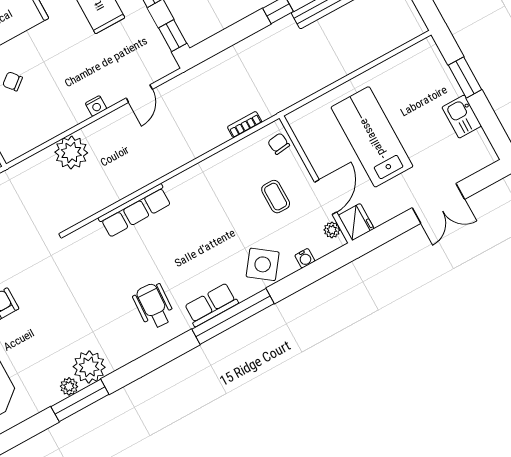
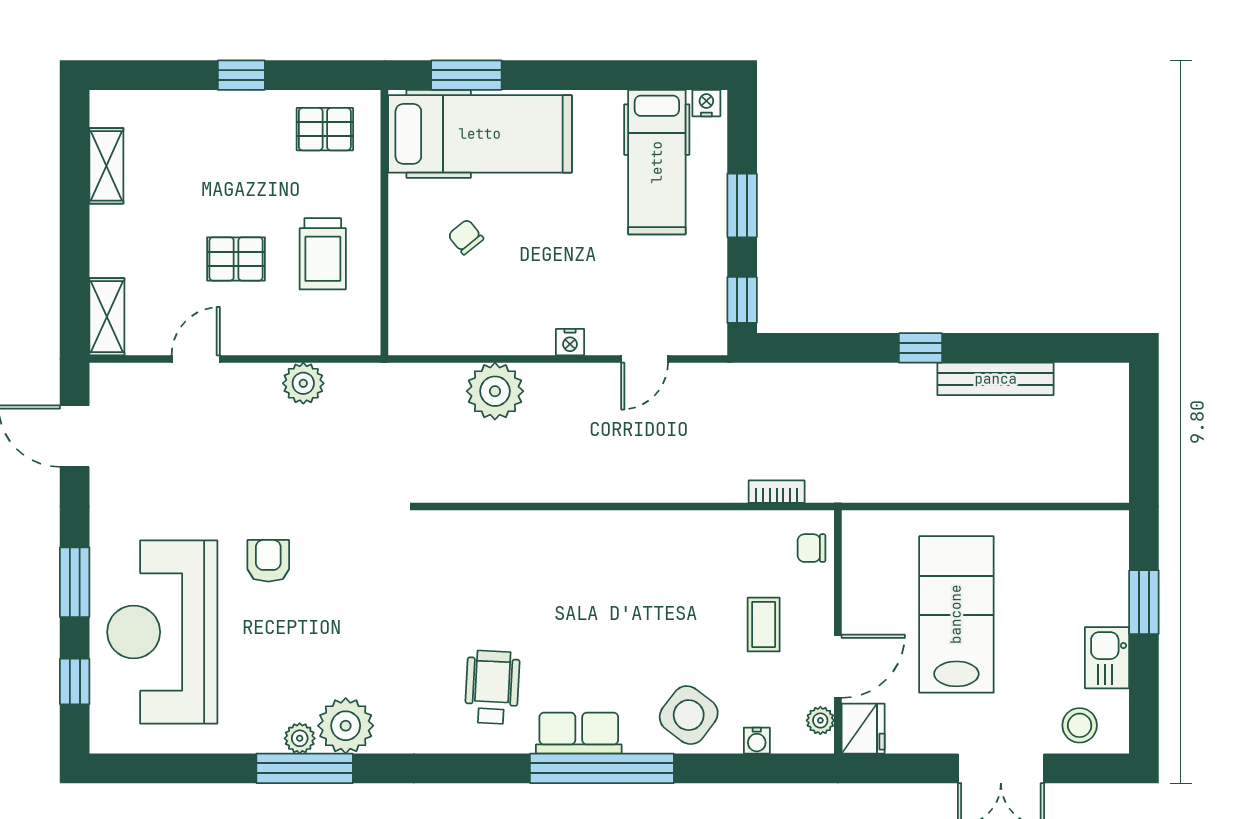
chair: (279, 144) -> (812, 548), turned -83
stool: (467, 159) -> (1080, 725), added
row of seats: (135, 211) -> (542, 530), removed

